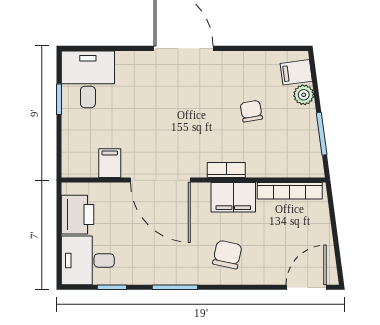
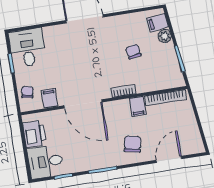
chair: (77, 148) -> (27, 92), added
filing cabinet: (233, 197) -> (138, 106), width x0.50
door: (306, 287) -> (169, 159), moved

